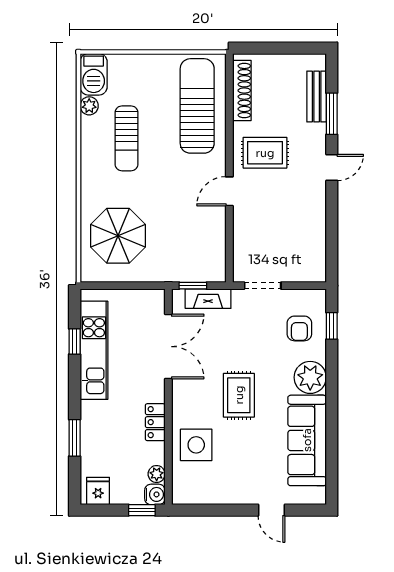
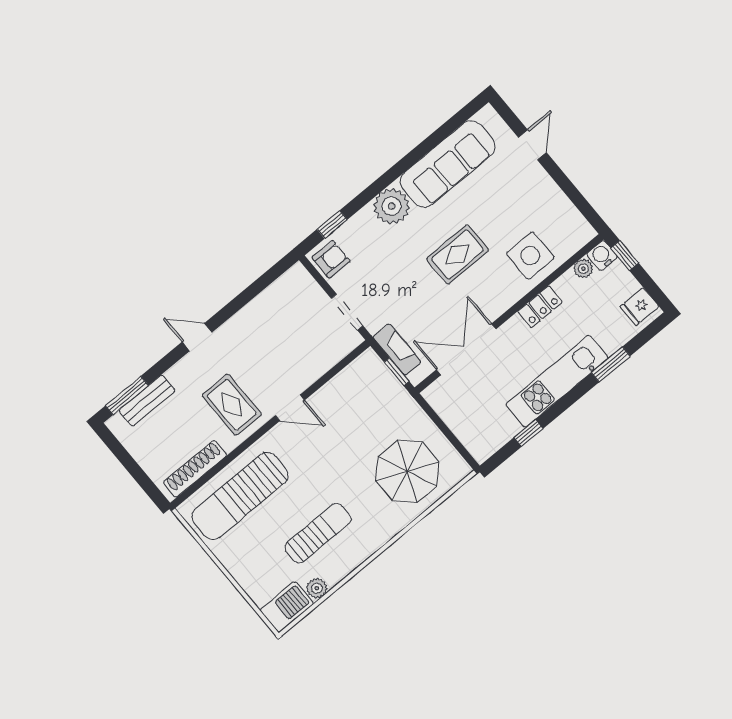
window: (332, 114) -> (127, 395), moved
armchair: (299, 328) -> (331, 259), moved
kitchen unit: (94, 350) -> (557, 381), moved

